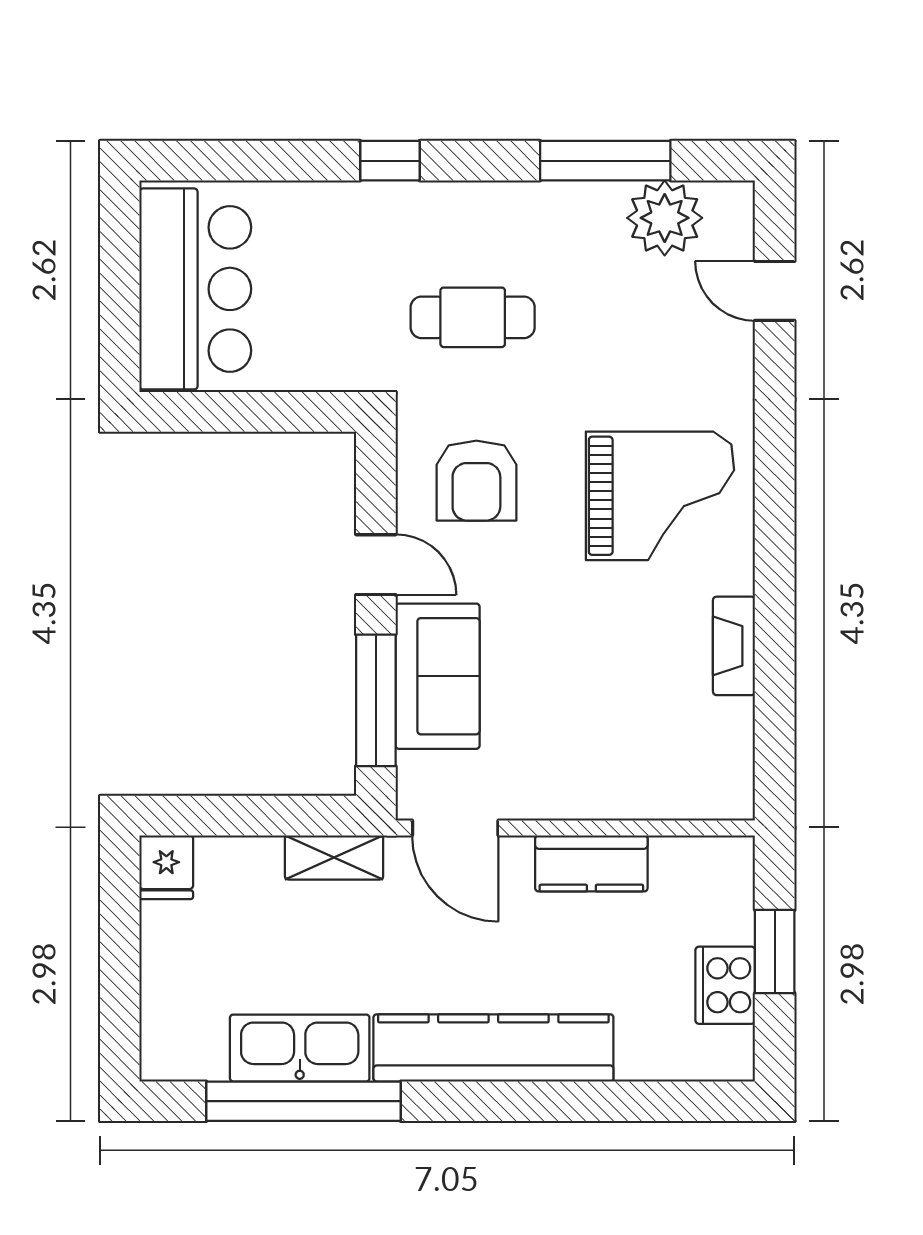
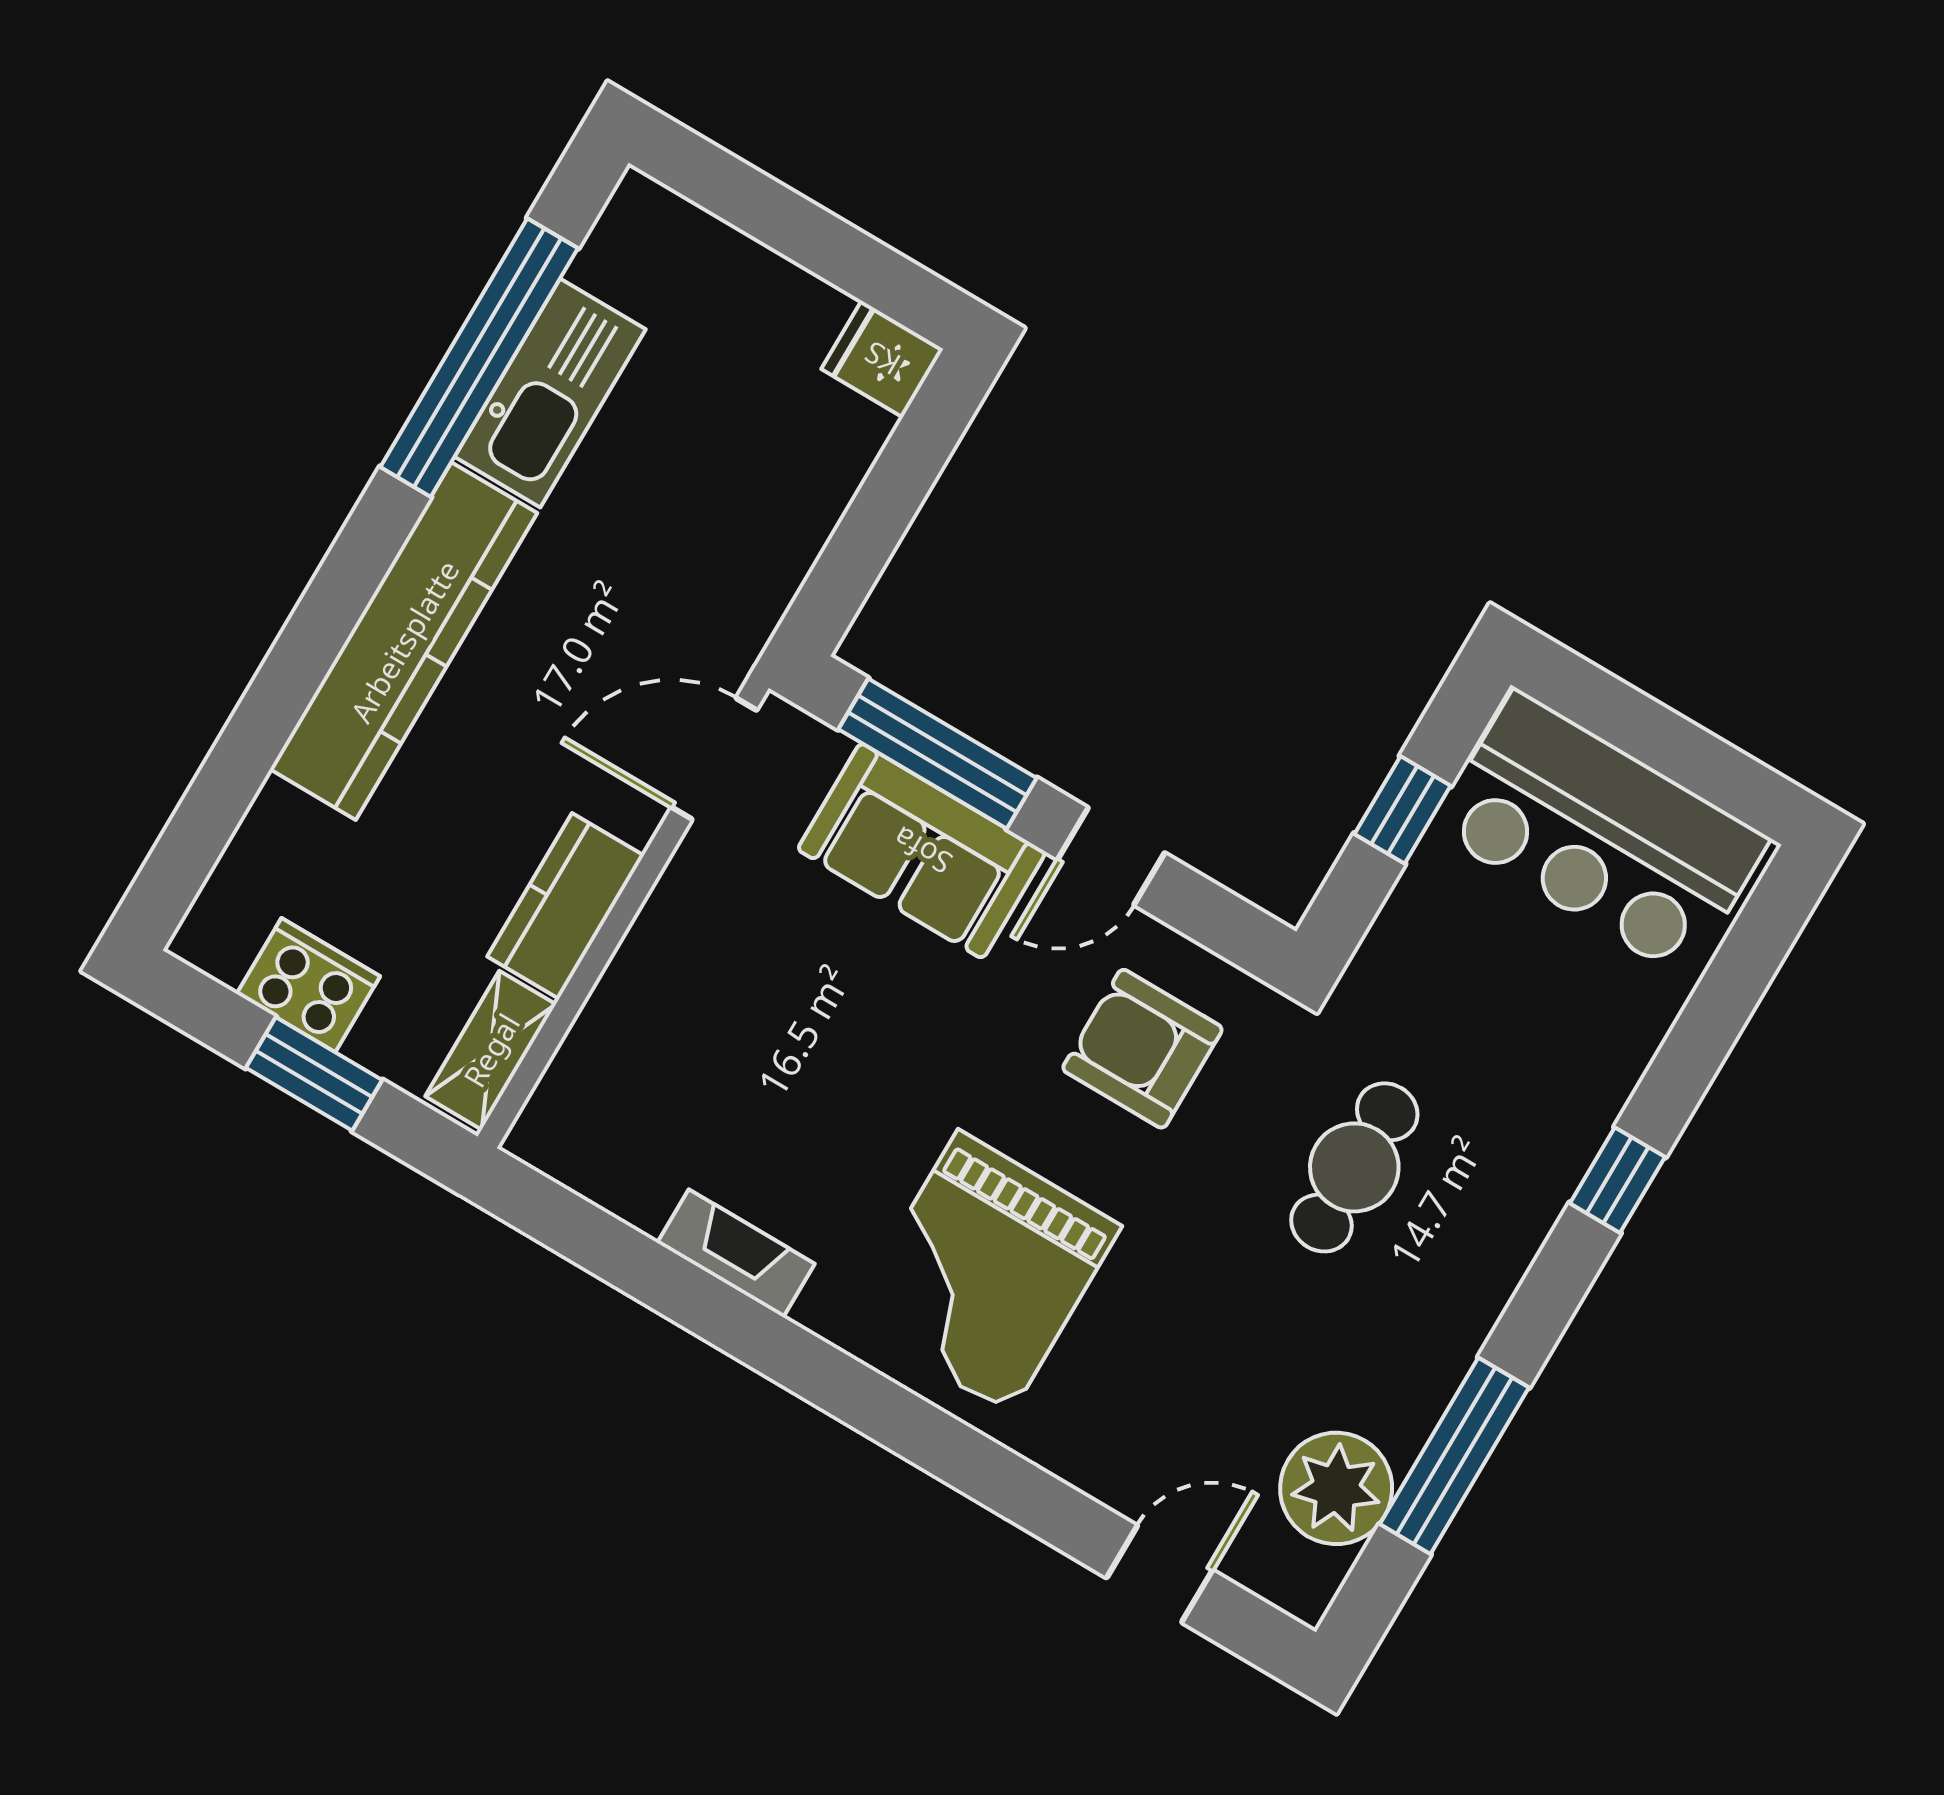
window: (249, 412) -> (1403, 810), added
shelving: (334, 857) -> (491, 1050), moved

